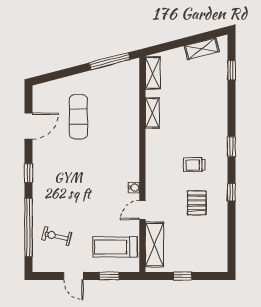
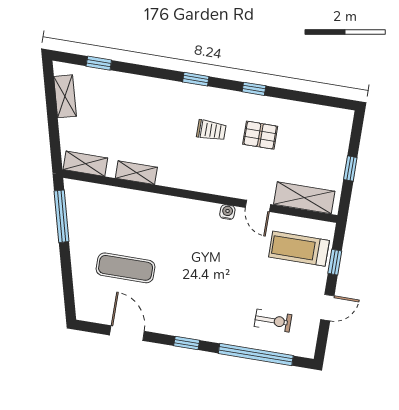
trolley: (194, 165) -> (211, 130), turned -90
exercise bike: (57, 236) -> (273, 321), turned -103
treadmill: (115, 247) -> (299, 249), turned 90

